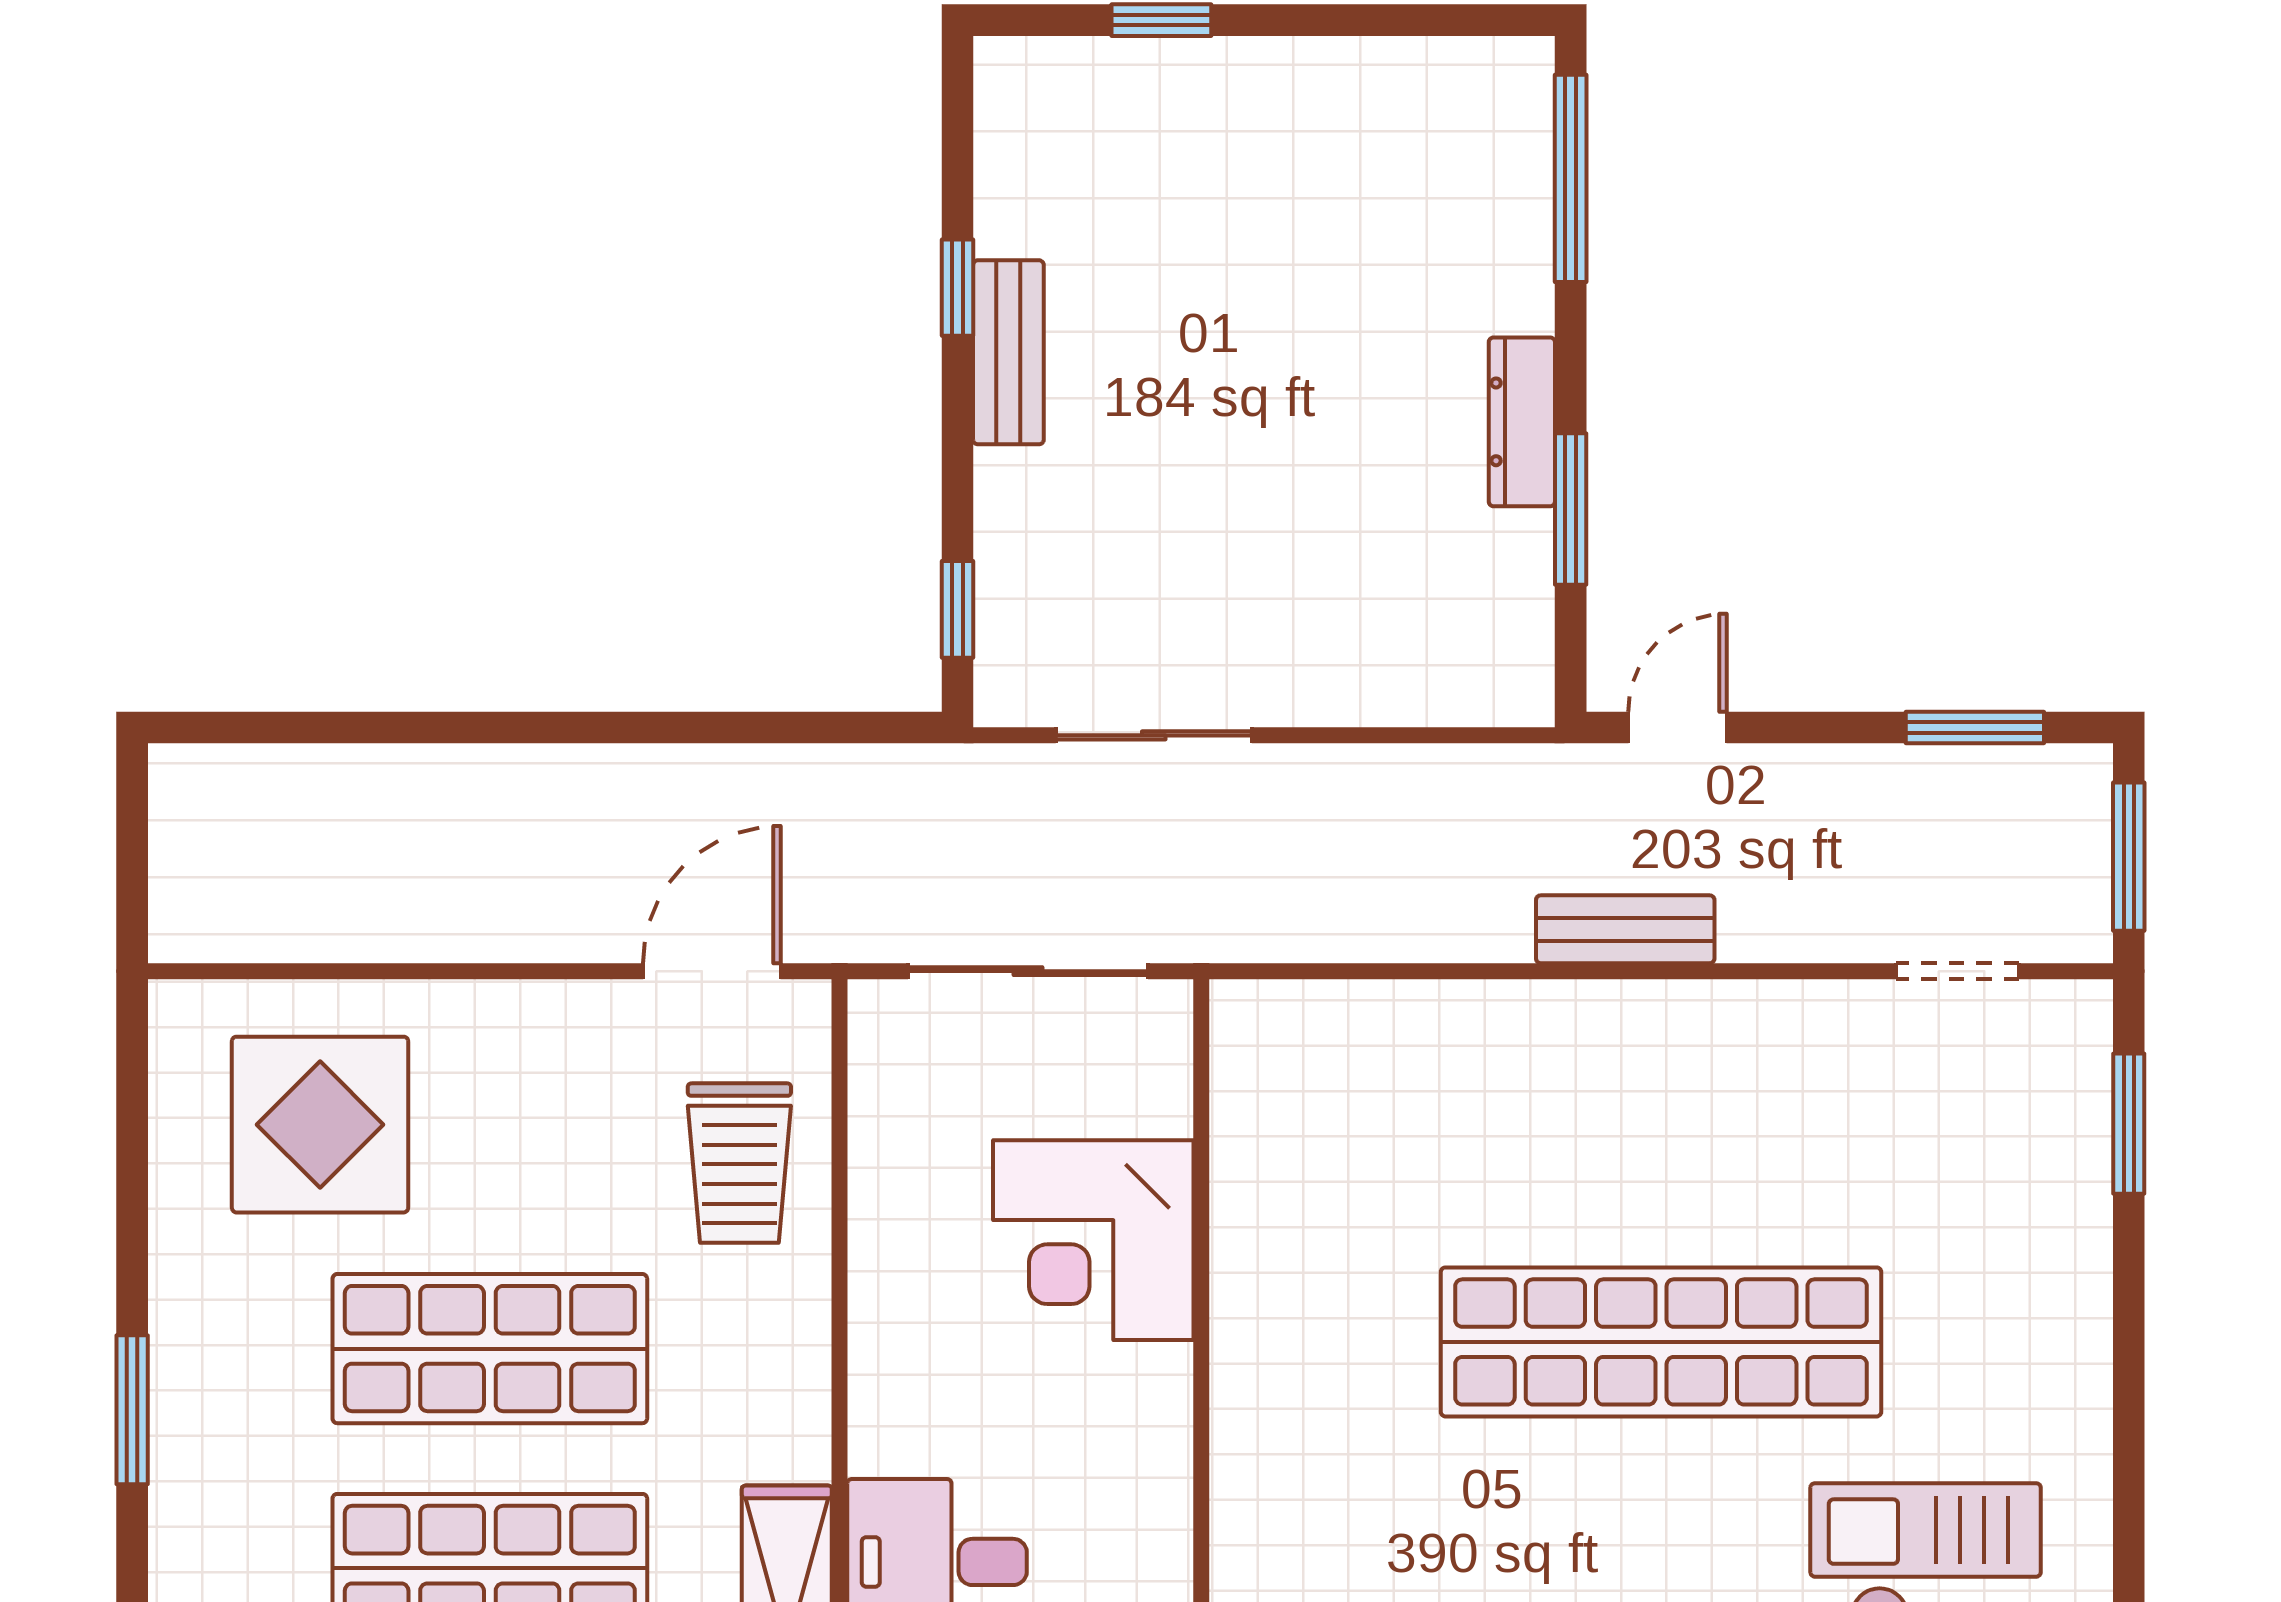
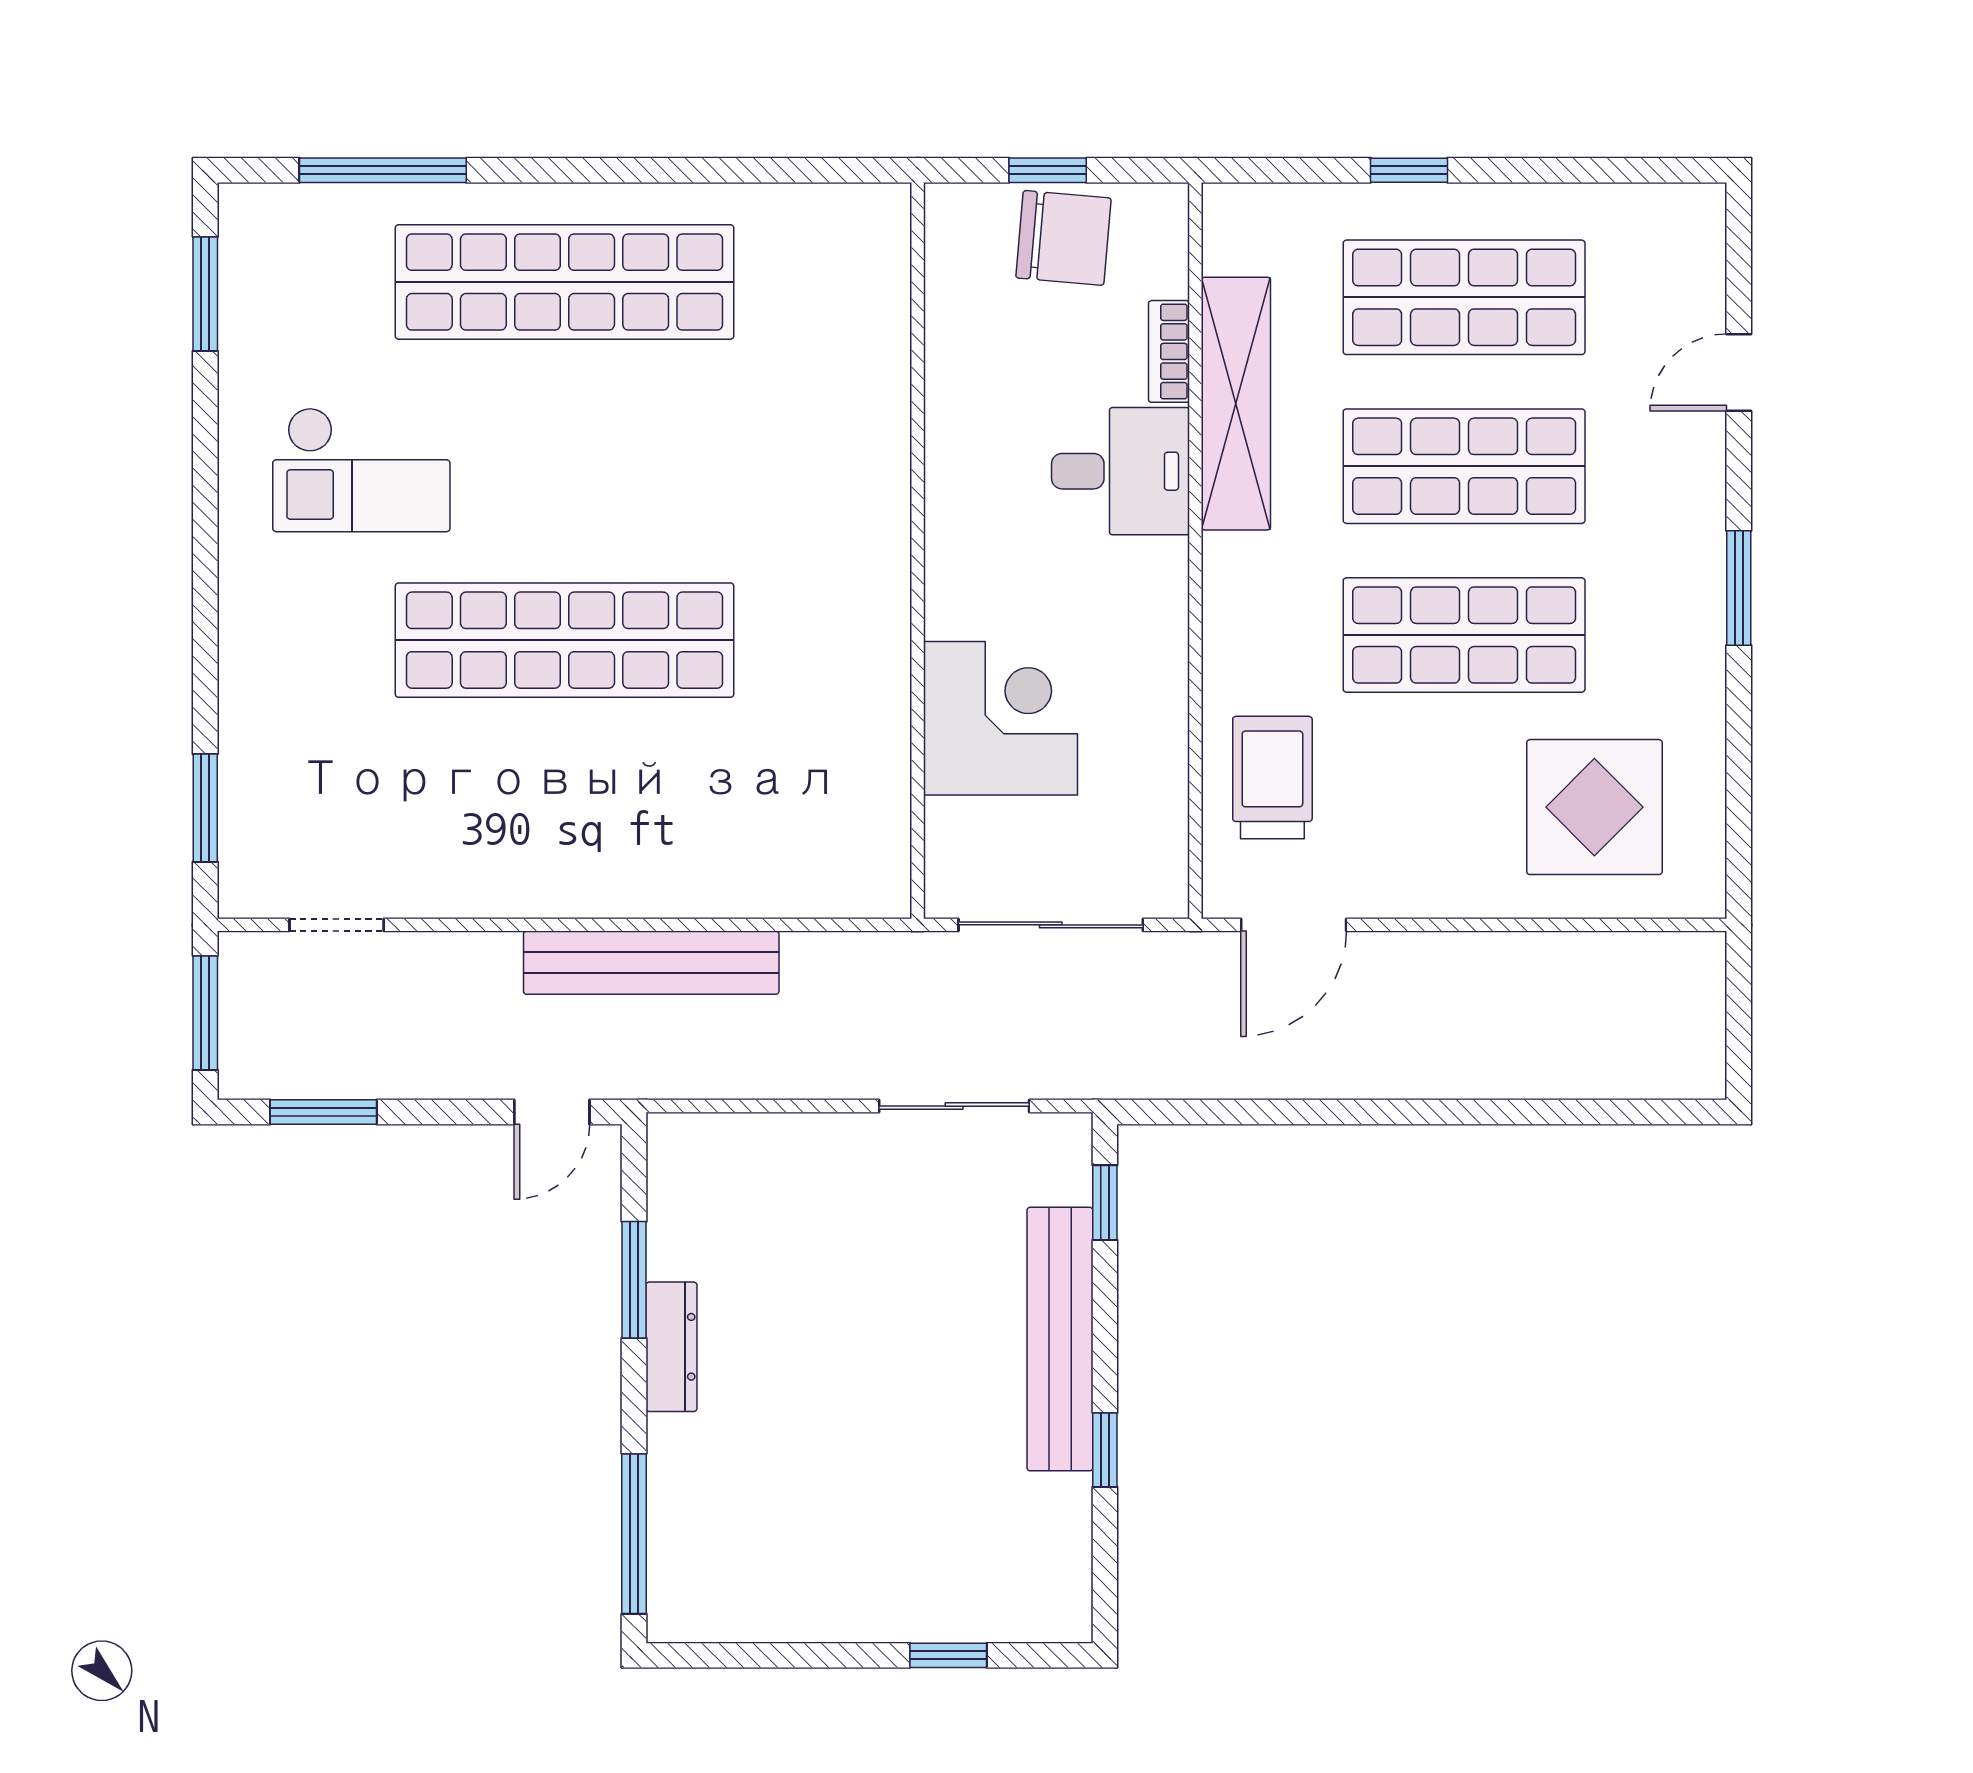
bench: (1008, 352) -> (1060, 1339), width x1.86, depth x1.21
bench: (1625, 929) -> (651, 963), width x1.86, depth x1.21

